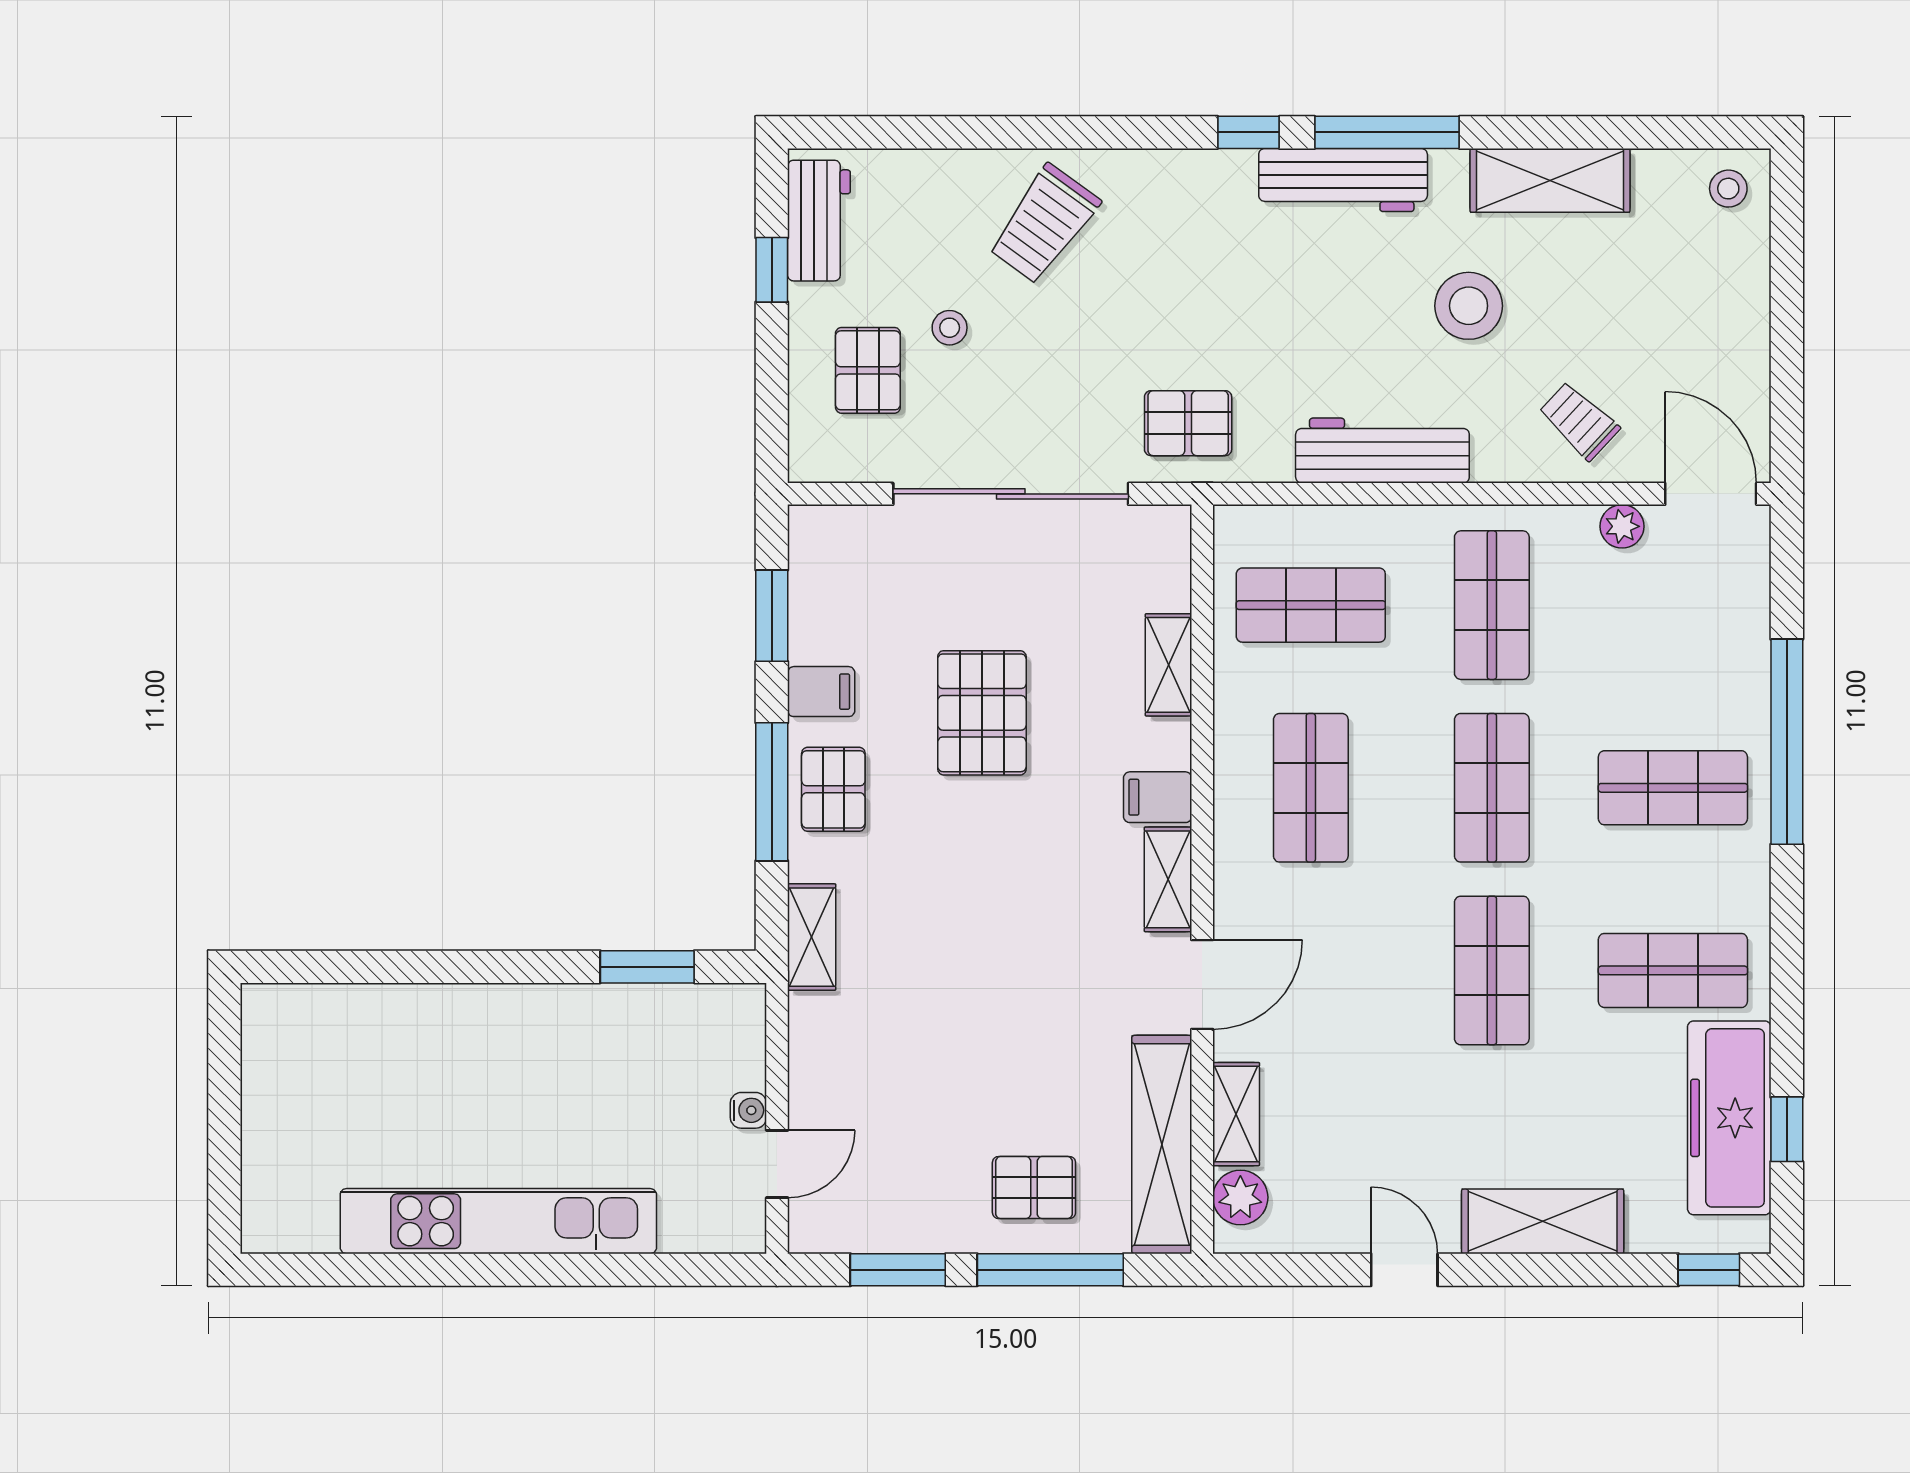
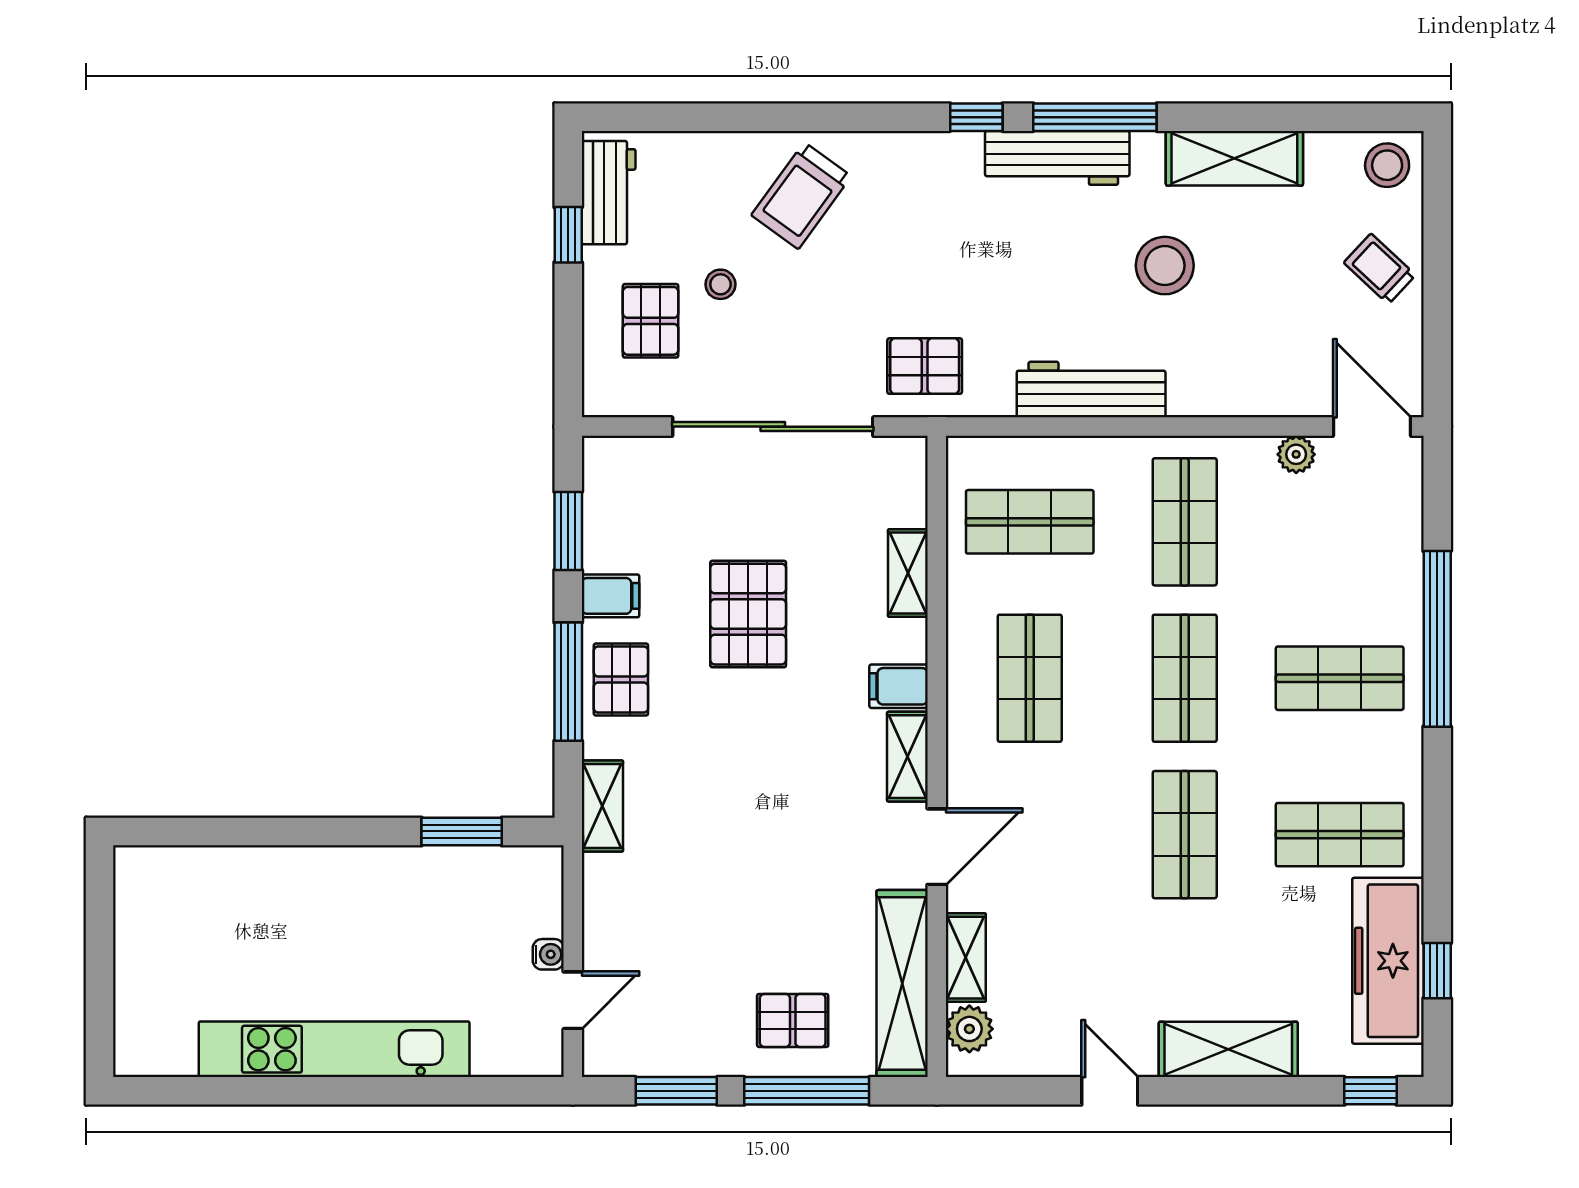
stool: (1728, 189) -> (1387, 165), width x1.37, depth x1.37
trolley: (1579, 421) -> (1380, 269), moved

